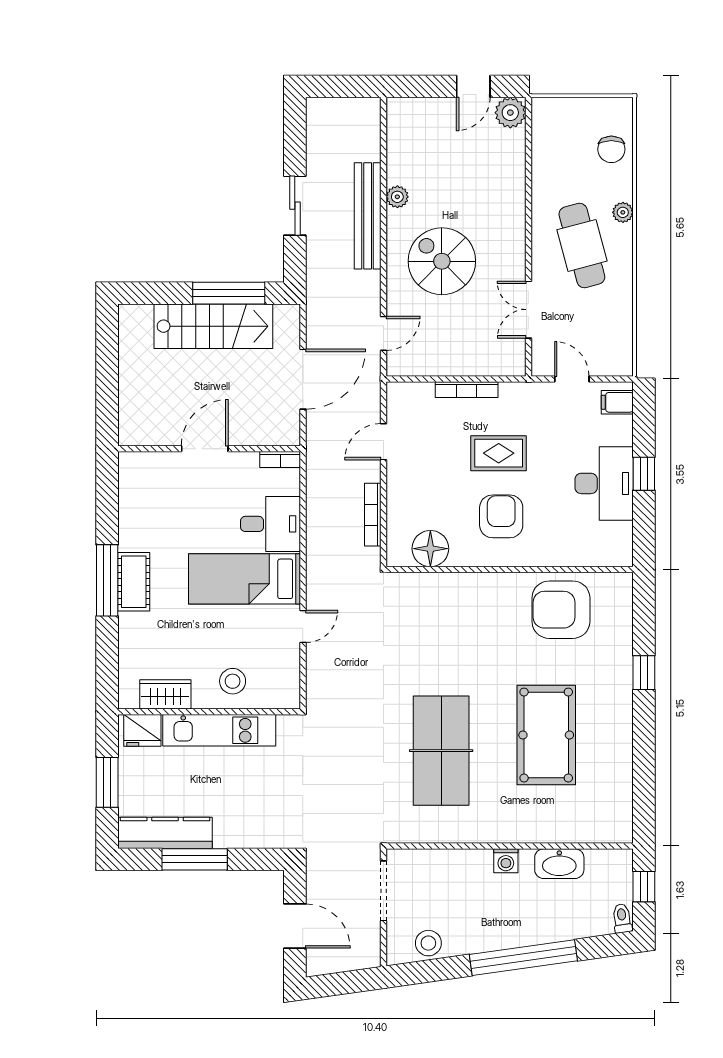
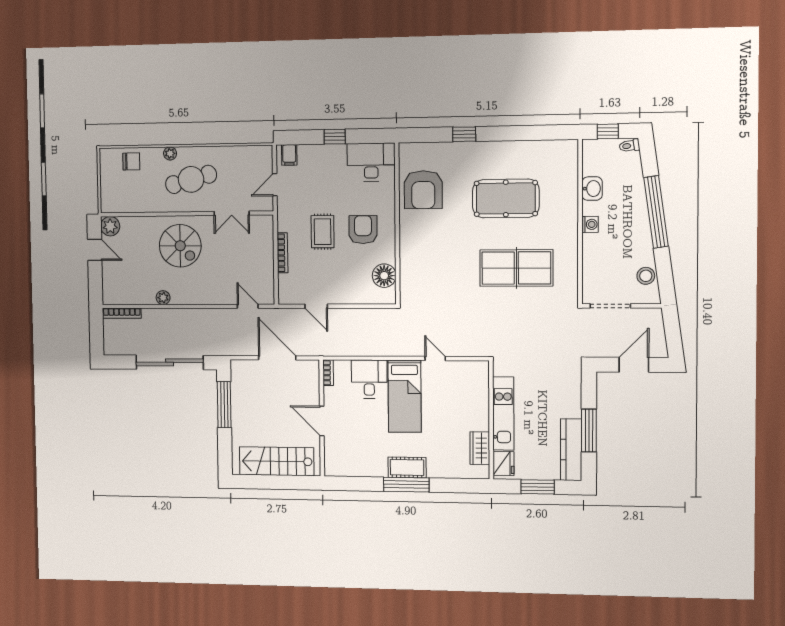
sliding door: (295, 206) -> (170, 362), width x1.86
bench: (368, 216) -> (175, 316), removed
spiral stairs: (442, 261) -> (180, 246), moved, turned -90
stairs: (213, 326) -> (277, 461), moved, turned -90
desk: (604, 483) -> (371, 162), moved
bookcase: (373, 515) -> (122, 313), moved
armchair: (501, 516) -> (363, 230), turned 90
stool: (233, 681) -> (471, 404), removed
washbasin: (559, 864) -> (592, 189), width x0.72

